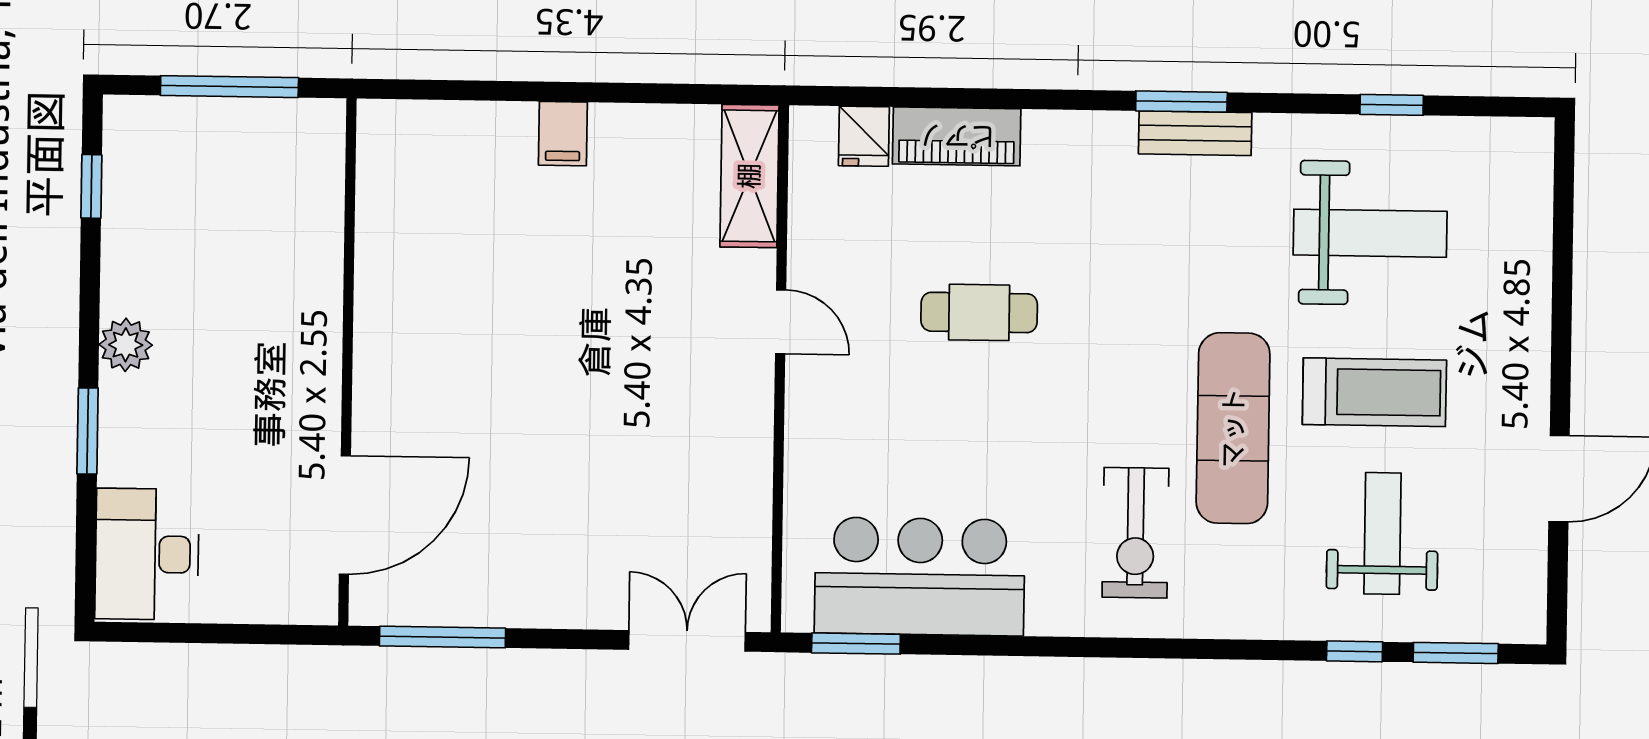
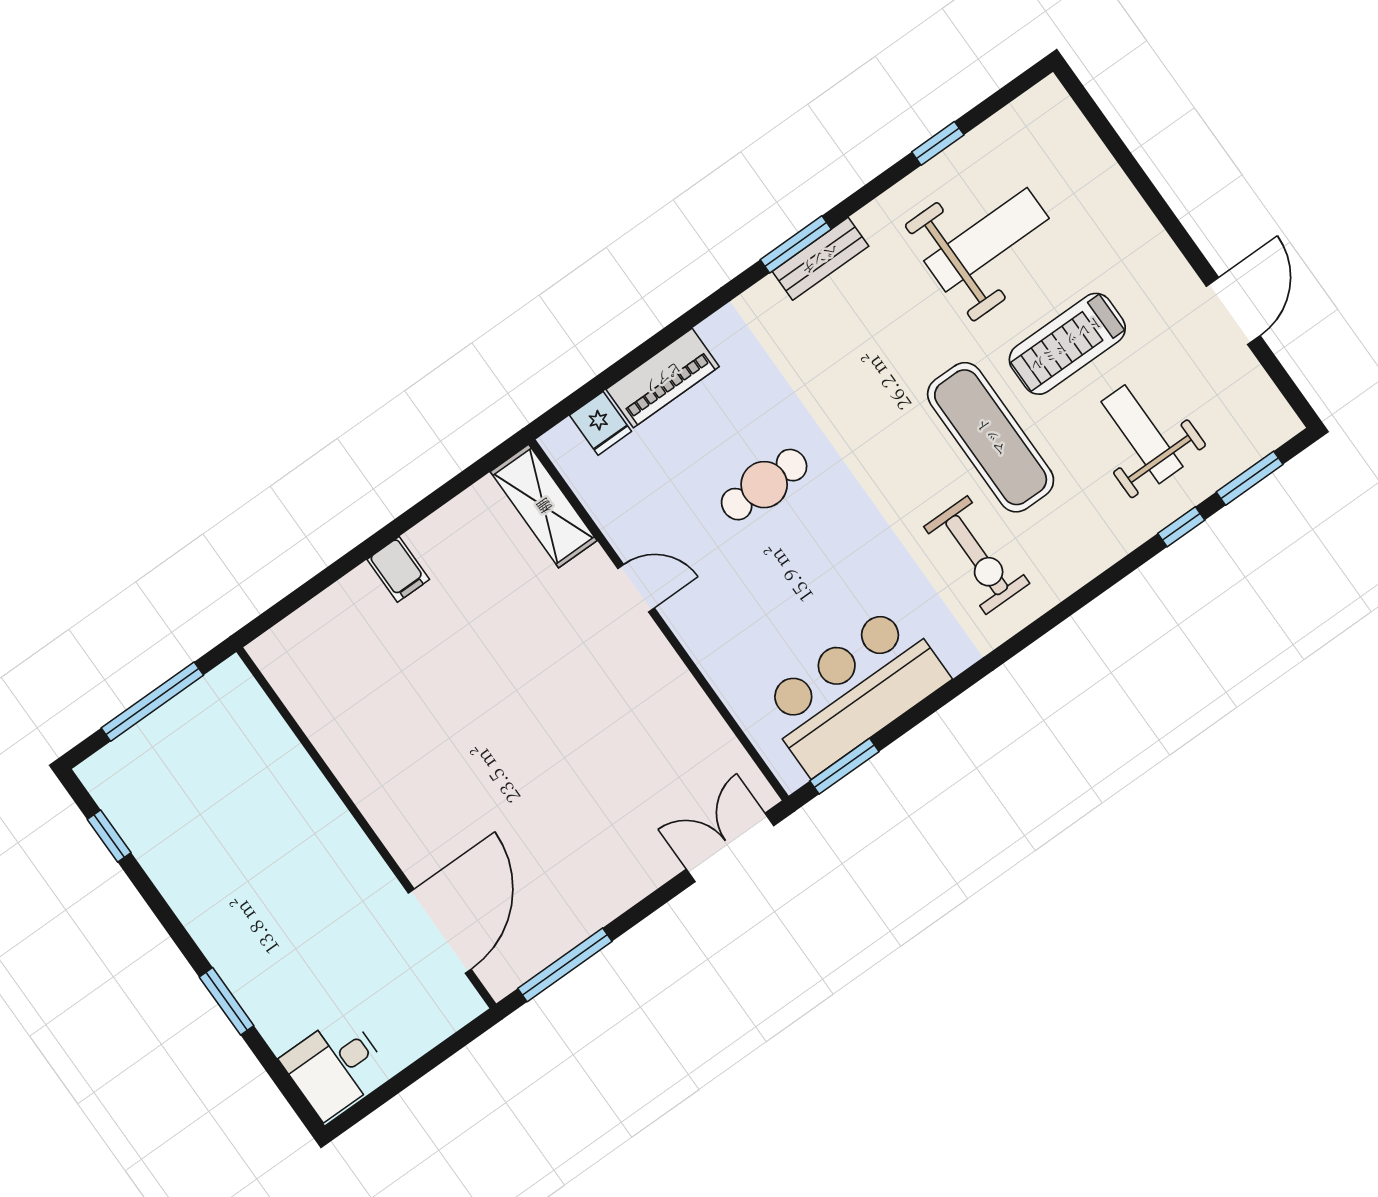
plant: (126, 345) -> (210, 925), removed
treadmill: (1374, 392) -> (1067, 344), turned 180
desk: (147, 554) -> (335, 1066), width x0.73

